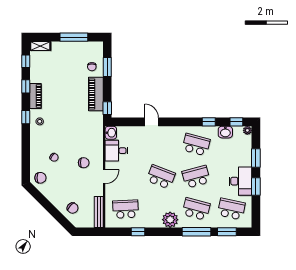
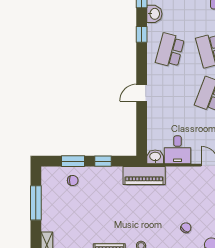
piano: (96, 94) -> (144, 176), moved
window: (107, 108) -> (103, 161), moved
door: (152, 122) -> (142, 93), moved
chair: (84, 163) -> (193, 191), removed

